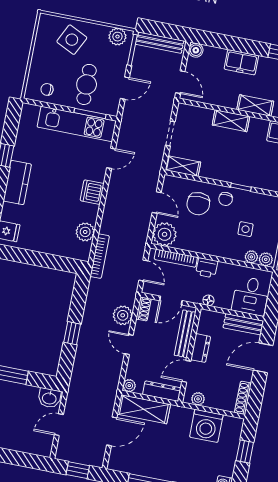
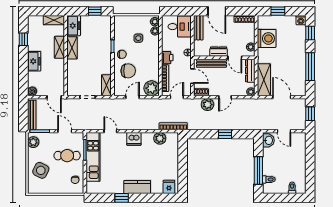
door: (180, 82) -> (54, 97), swing flipped
shelving: (231, 121) -> (72, 48), moved

